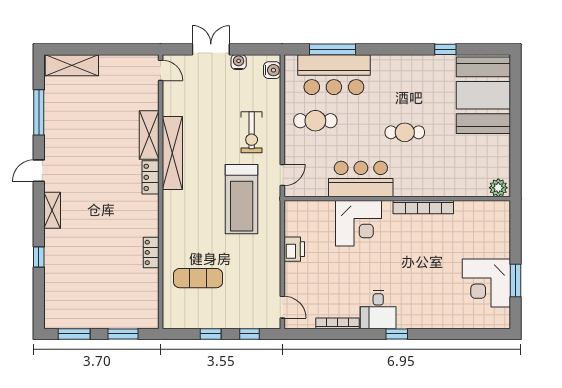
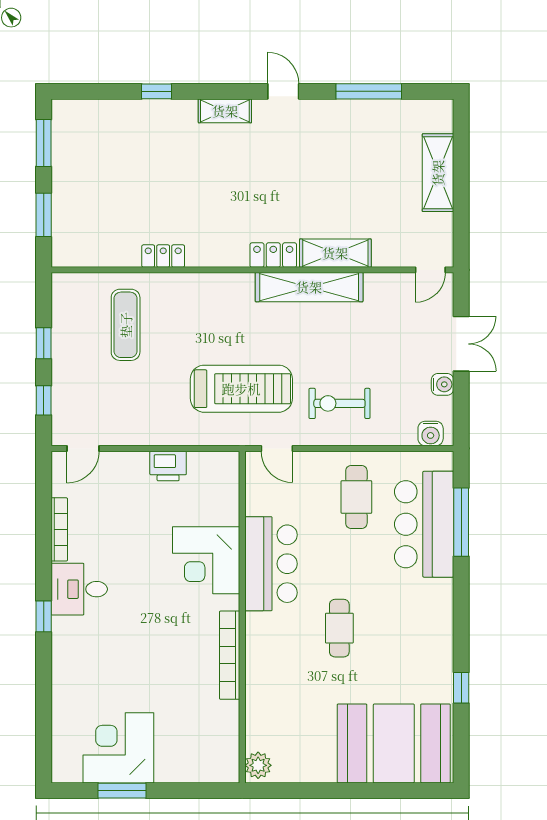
shelving: (72, 65) -> (438, 173), moved
treadmill: (242, 199) -> (241, 389), turned 180

